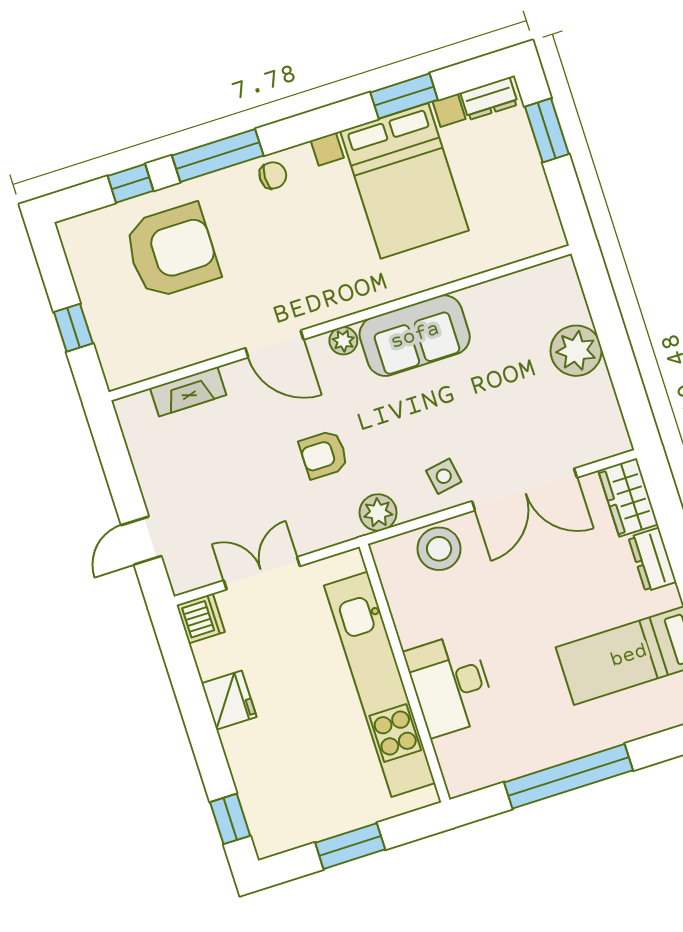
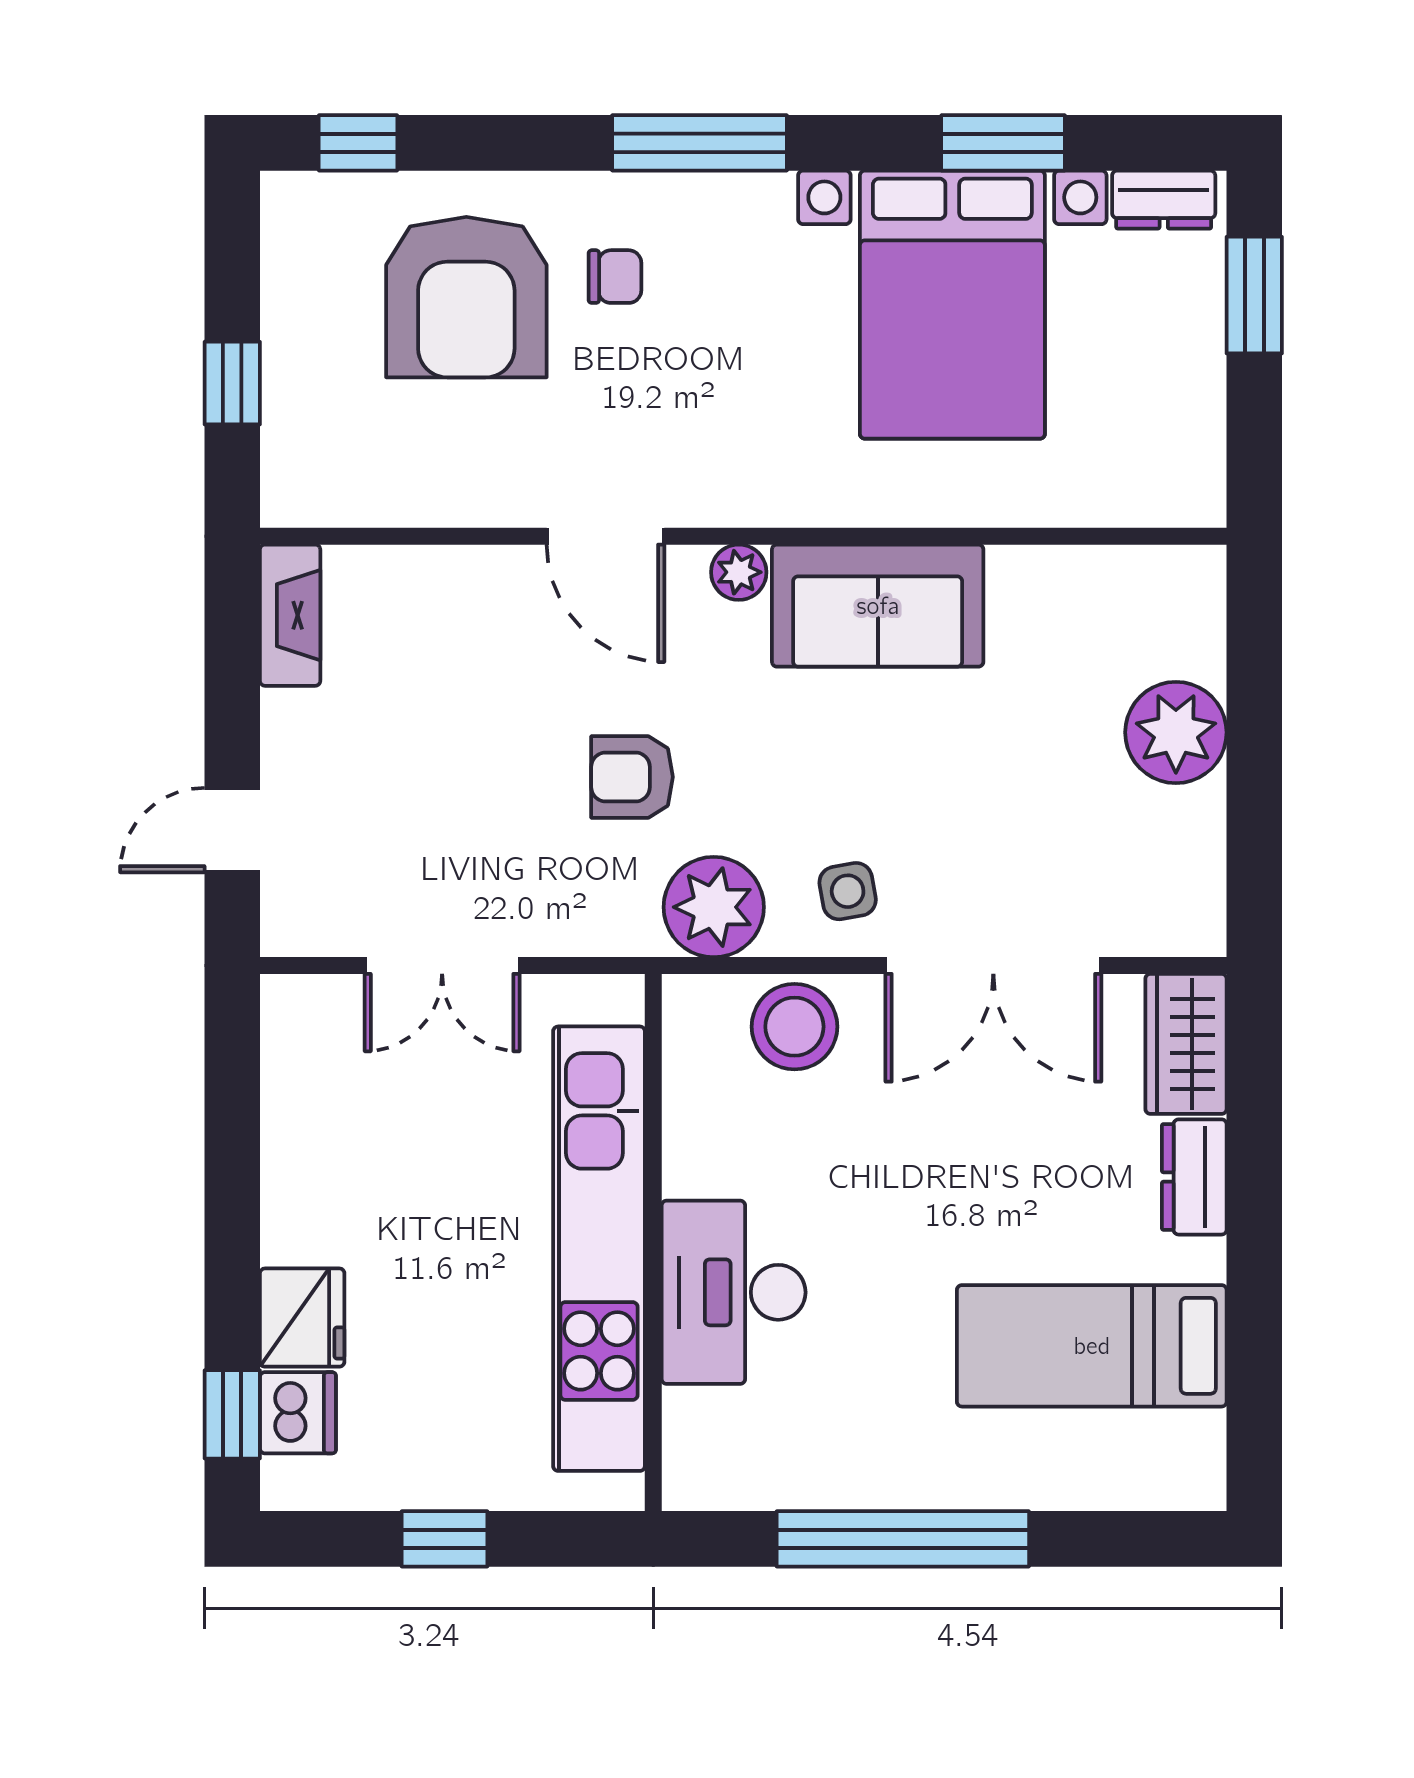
window: (218, 156) -> (699, 143), moved
chair: (273, 175) -> (615, 277), moved
window: (131, 183) -> (358, 143), moved
armchair: (172, 251) -> (466, 297), turned 90
fireplace: (188, 392) -> (290, 615), moved, turned -90
plant: (378, 512) -> (714, 907), width x1.36, depth x1.36
double door: (262, 573) -> (442, 966), swing flipped
dishwasher: (201, 618) -> (298, 1413), moved
fridge: (229, 700) -> (302, 1318), moved
window: (350, 846) -> (444, 1539), width x0.67

